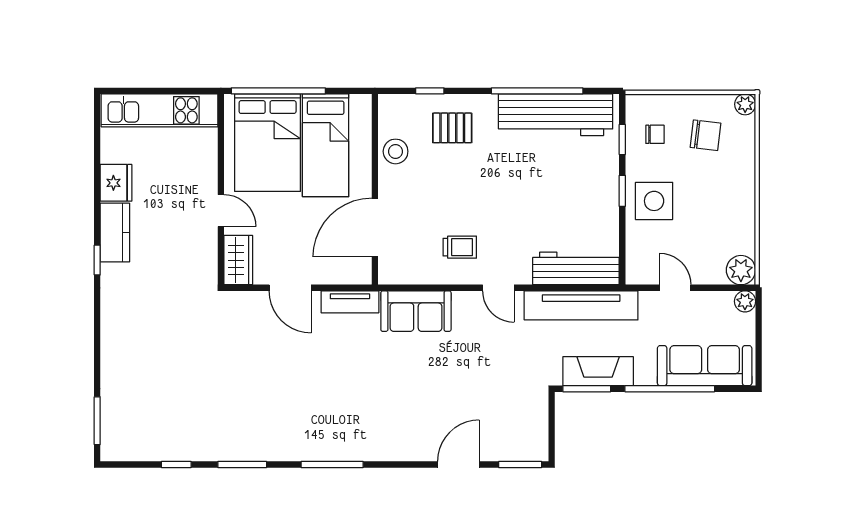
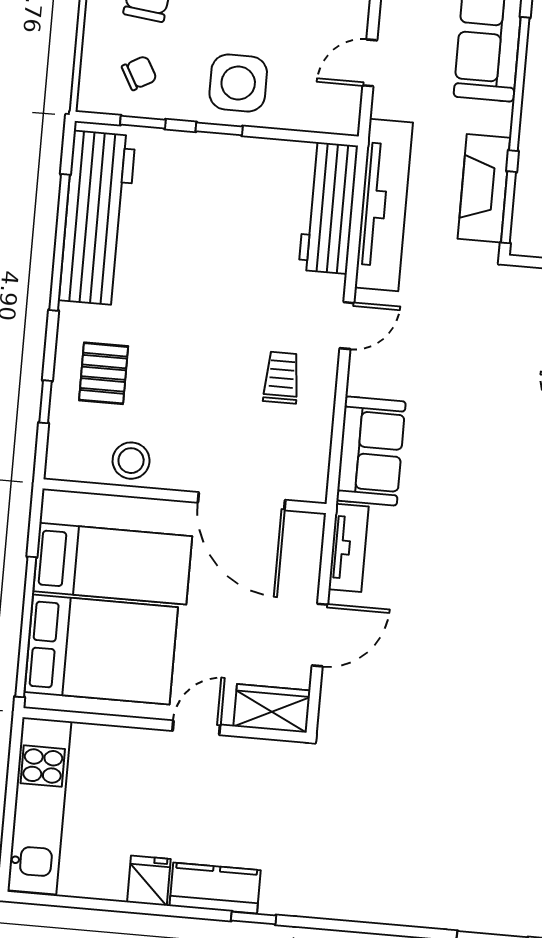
chair: (655, 134) -> (139, 73), turned 61
fridge: (116, 183) -> (149, 881), width x0.72

